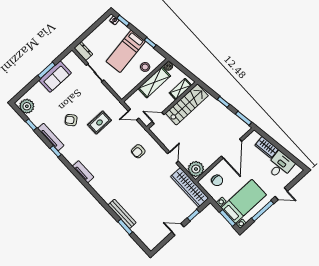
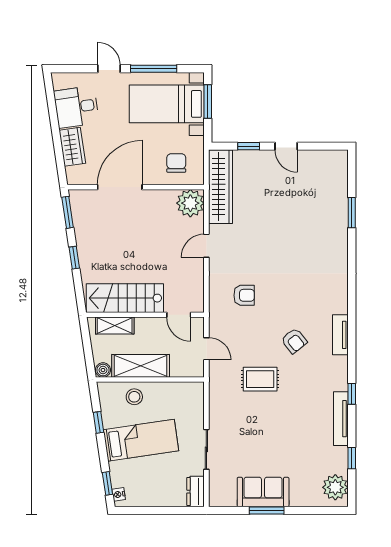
armchair: (71, 120) -> (294, 341), moved
bench: (122, 214) -> (340, 233), removed

